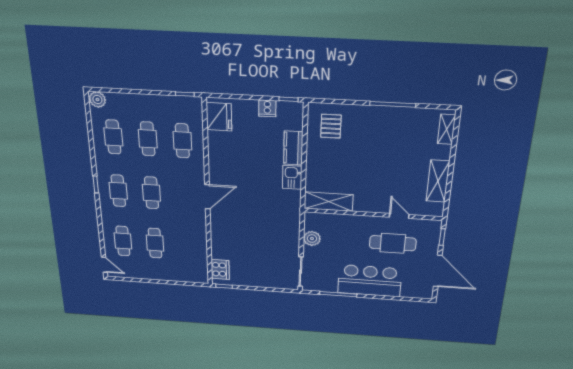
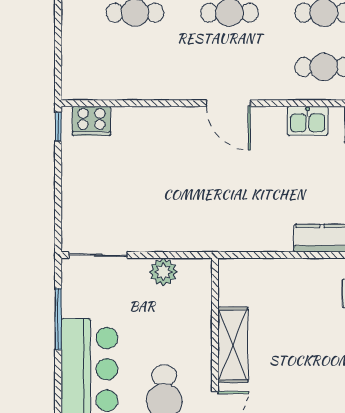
kitchen sink: (292, 177) -> (308, 121), moved, turned 180
shelving: (329, 202) -> (233, 345), moved

